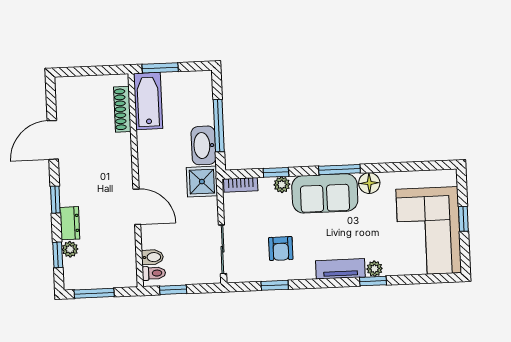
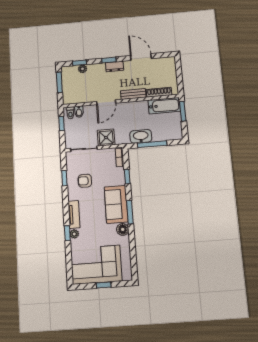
bench: (123, 156) -> (133, 94), added
shower: (202, 182) -> (106, 138), moved
plant: (282, 185) -> (120, 180), removed
dresser: (70, 223) -> (115, 66), moved

